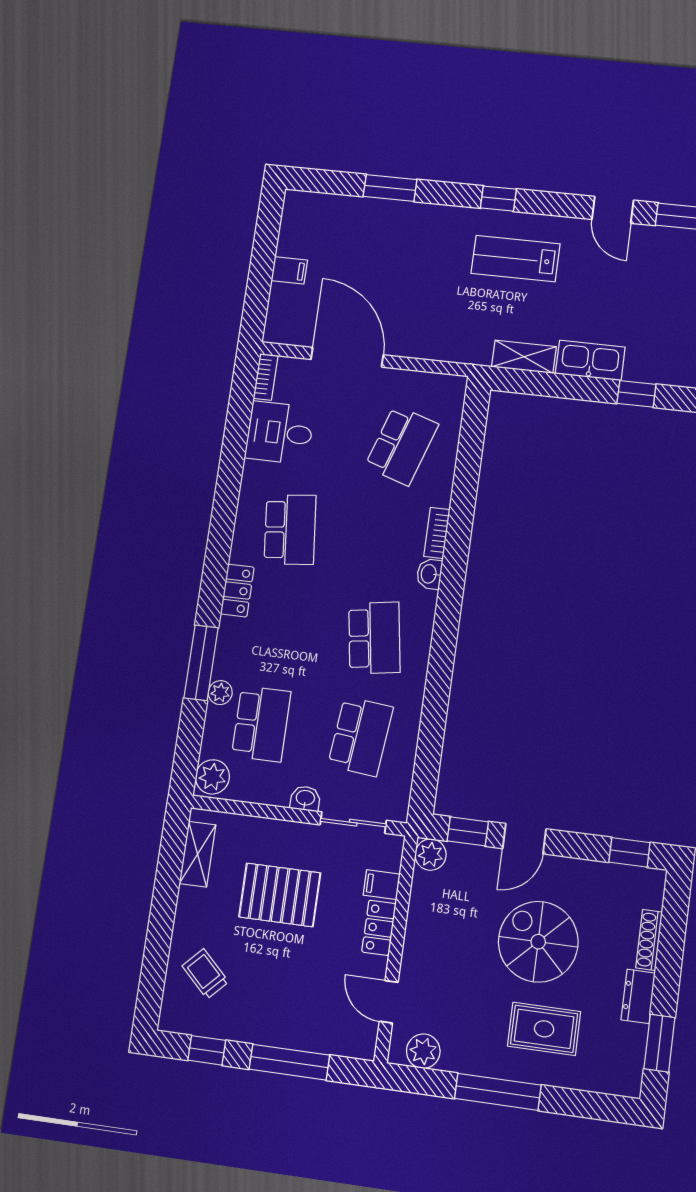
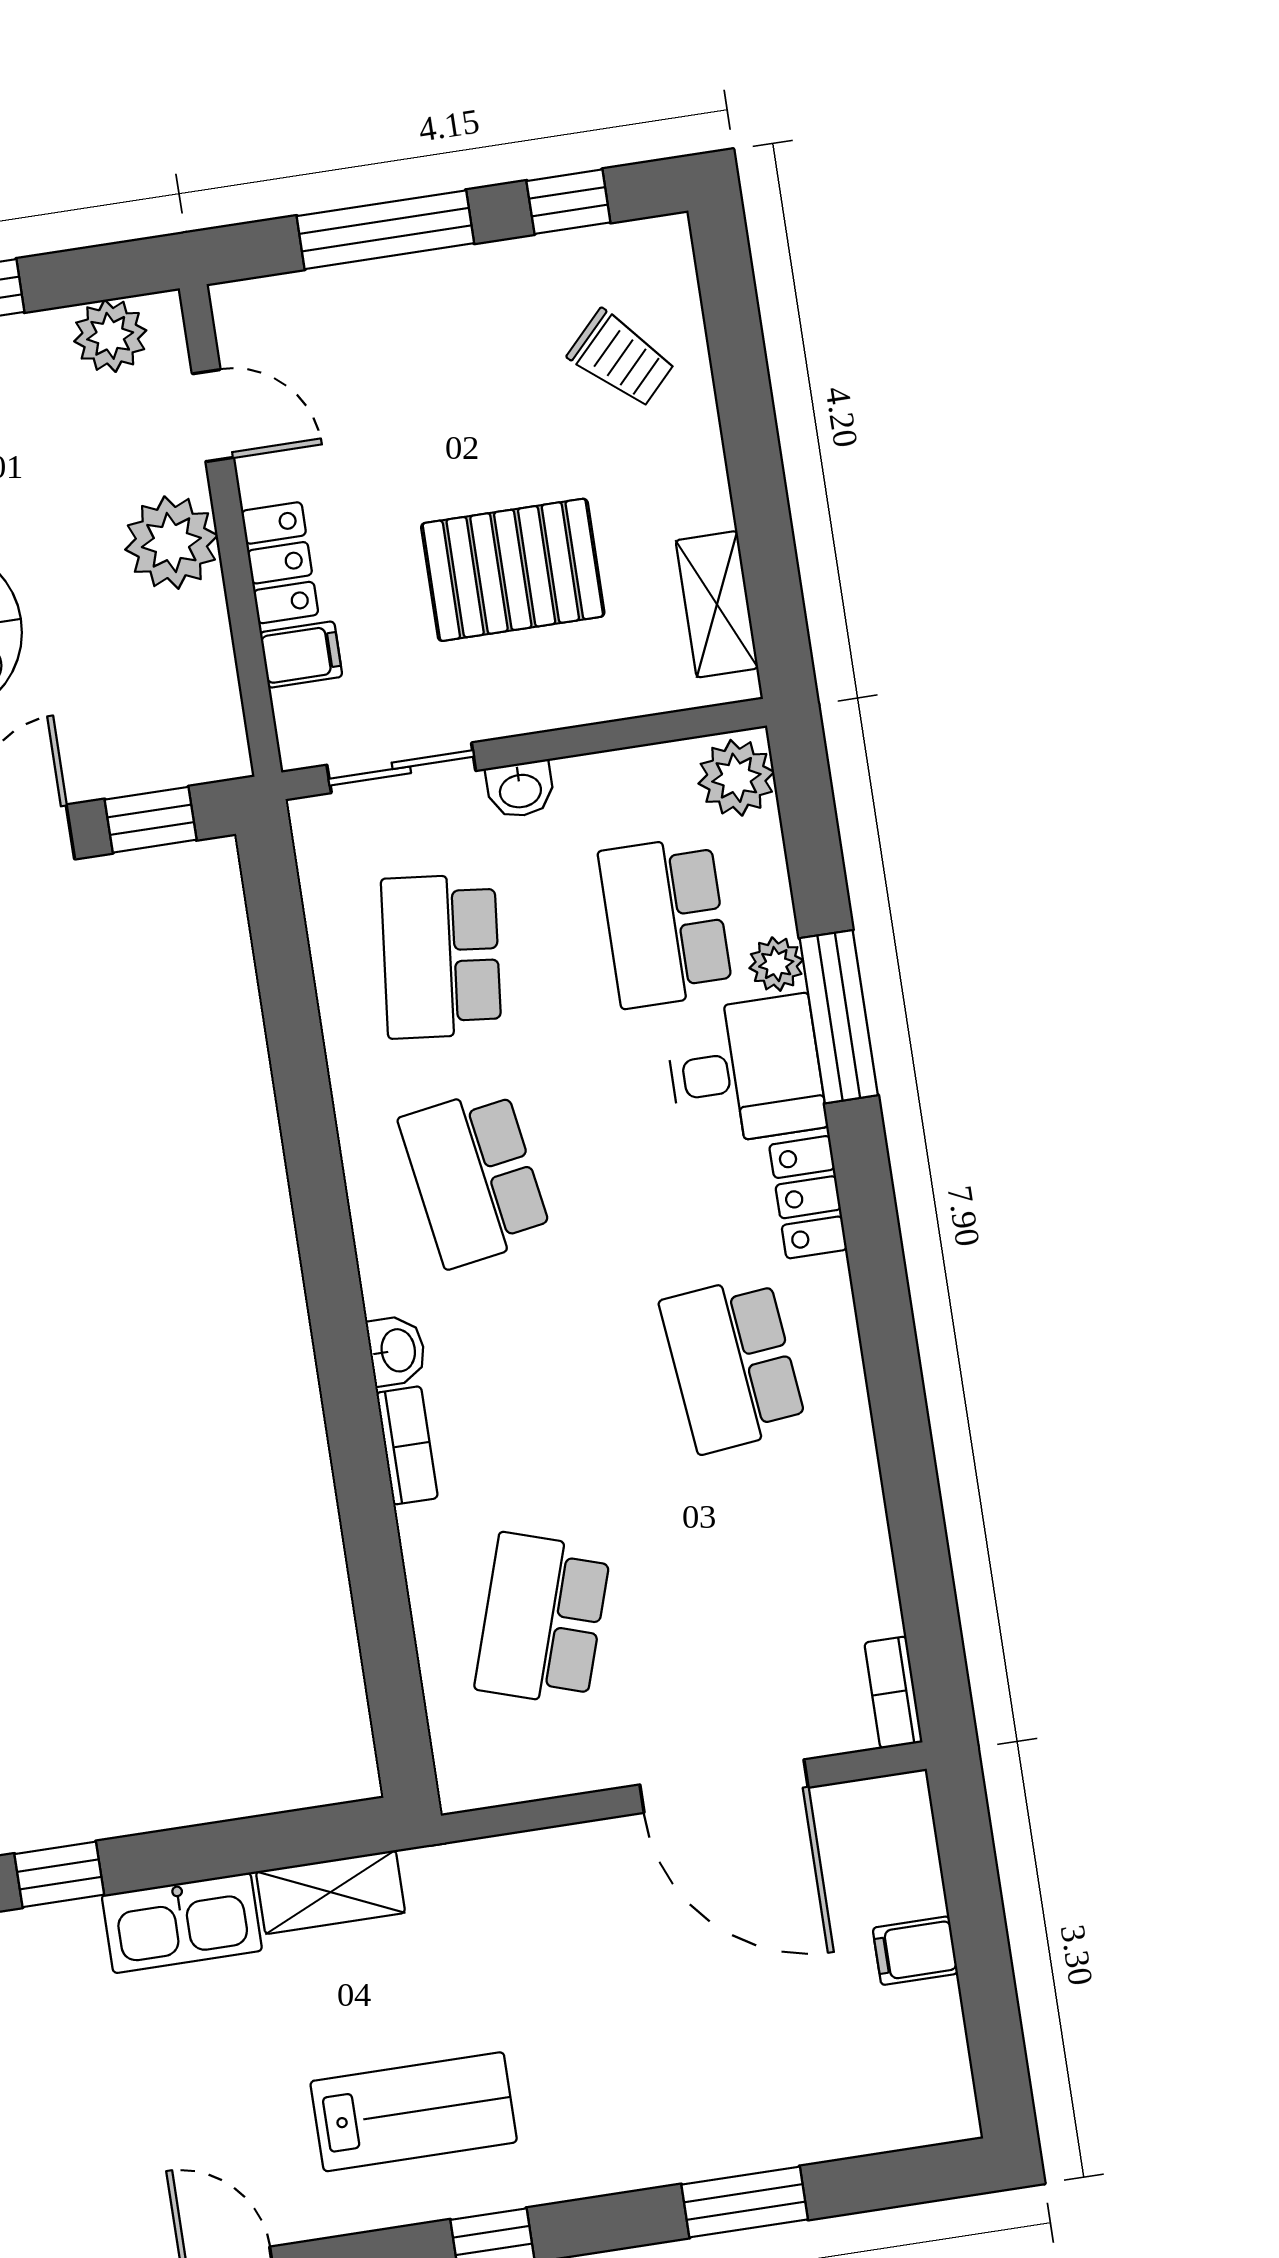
desk: (280, 433) -> (746, 1071), moved
plant: (431, 855) -> (171, 543), moved, width x1.36, depth x1.36

